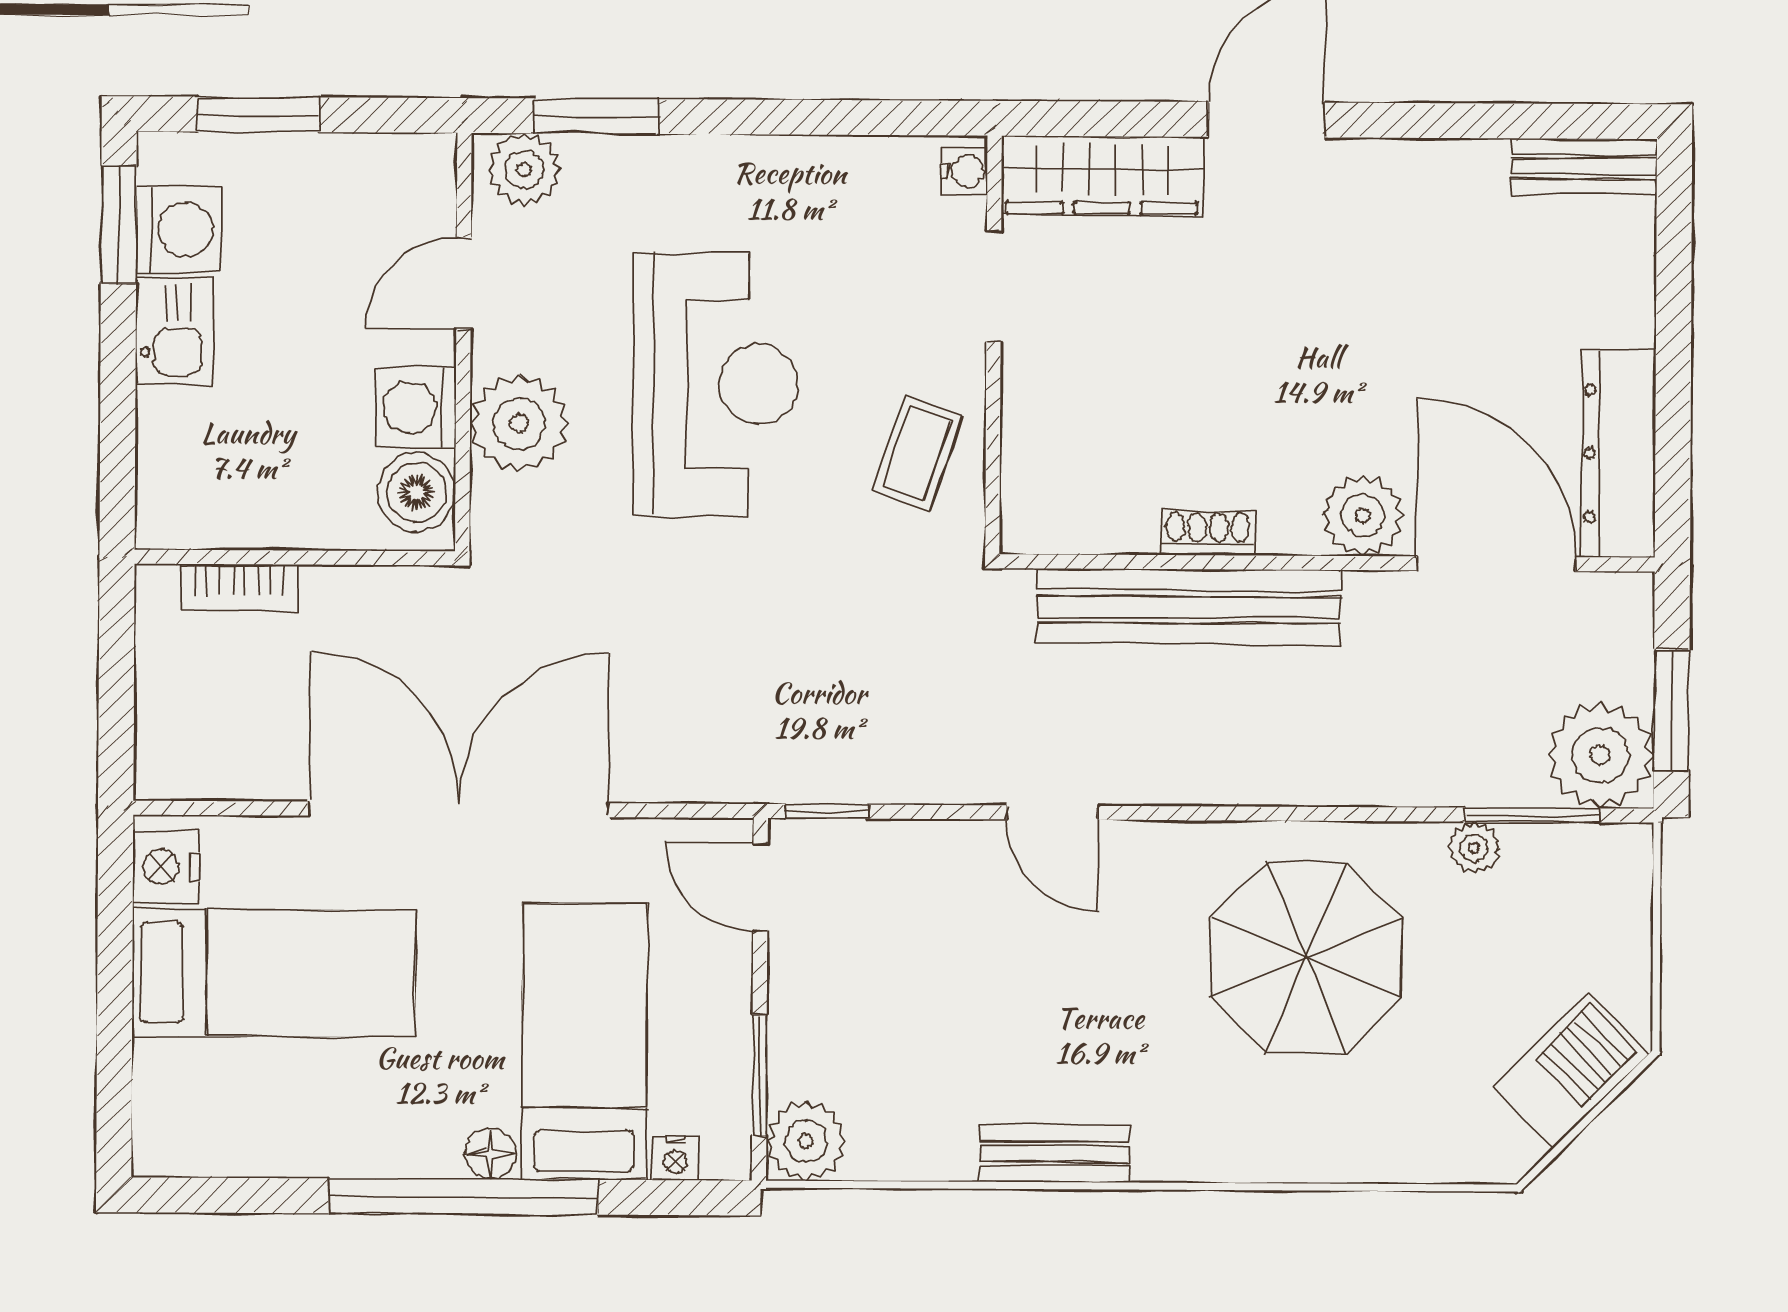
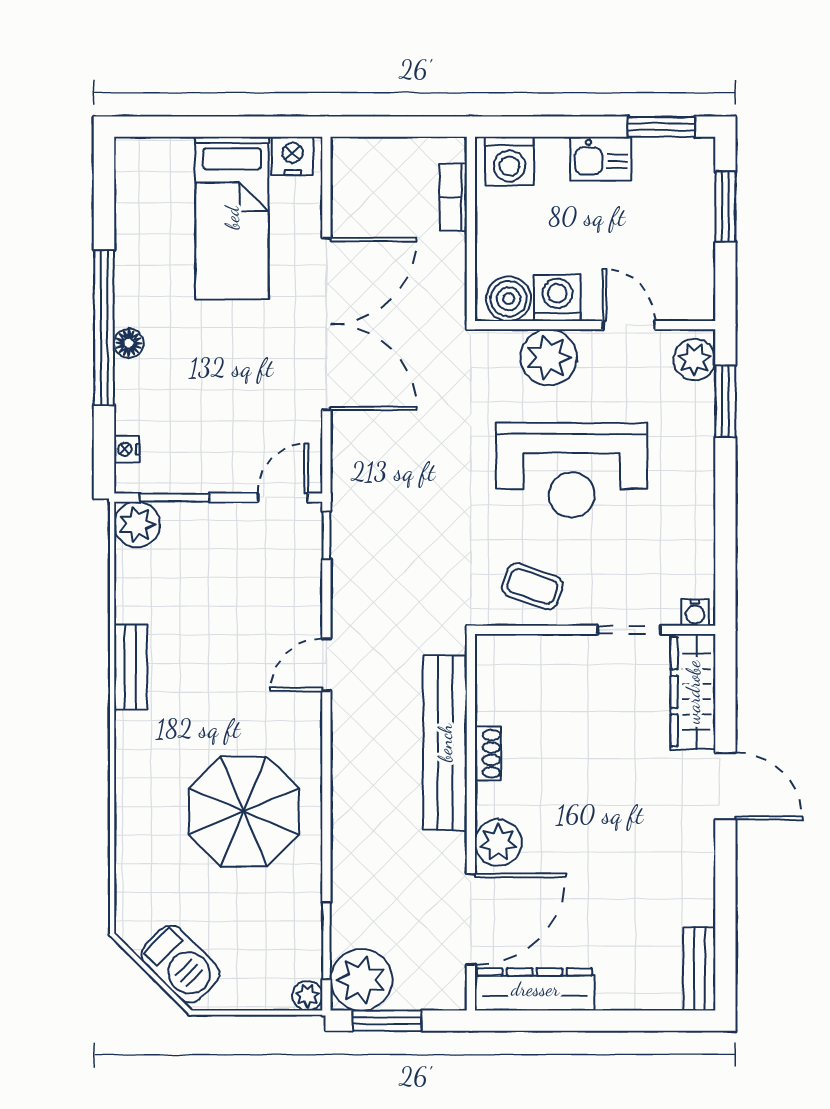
washing machine: (179, 230) -> (509, 161), moved
plant: (1474, 848) -> (307, 996), moved
bed: (584, 1041) -> (193, 397), removed

